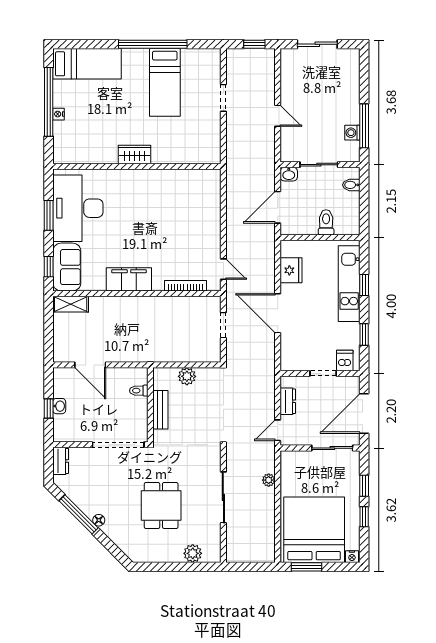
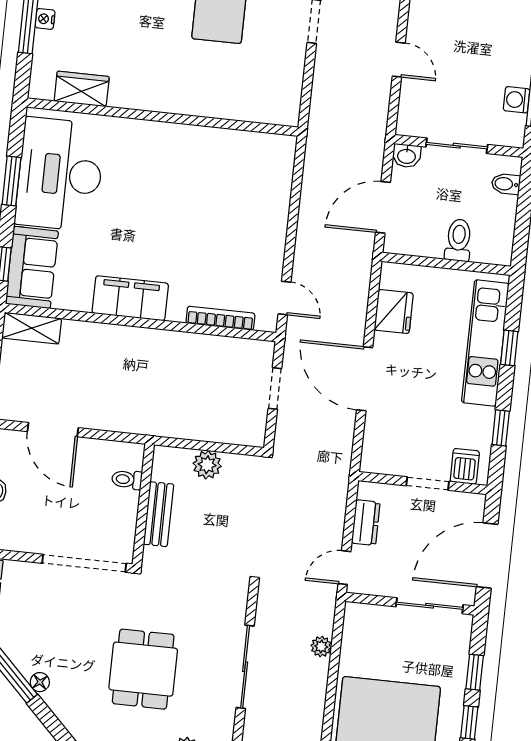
wardrobe: (134, 154) -> (82, 89), moved

